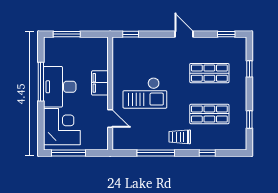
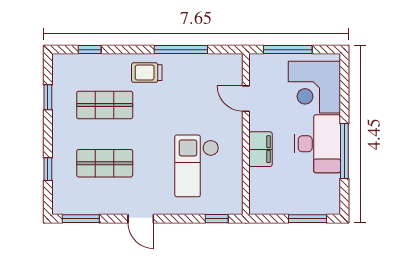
window: (226, 34) -> (81, 219), width x1.50
checkout: (145, 93) -> (197, 166), moved, turned -90
trolley: (180, 137) -> (147, 73), turned 180
window: (69, 153) -> (288, 50), moved
window: (207, 153) -> (90, 50), moved

